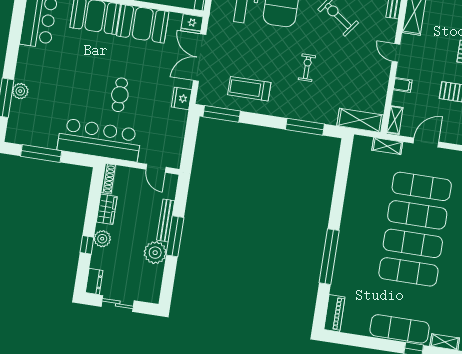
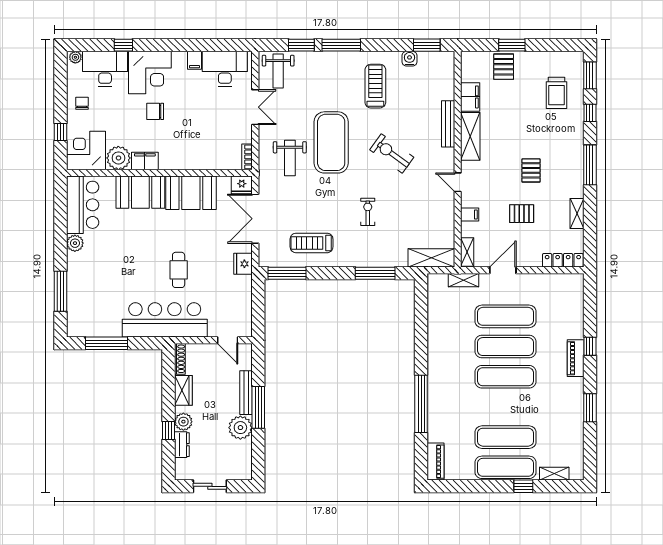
plant: (20, 91) -> (75, 243), moved
exercise mat: (408, 272) -> (505, 437), moved
dresser: (94, 281) -> (182, 445), moved

